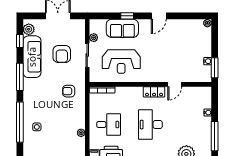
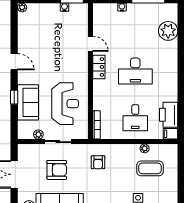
desk: (109, 125) -> (135, 118), turned 180
coffee table: (63, 138) -> (150, 168), added

